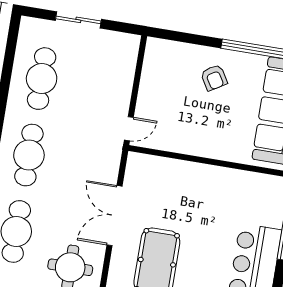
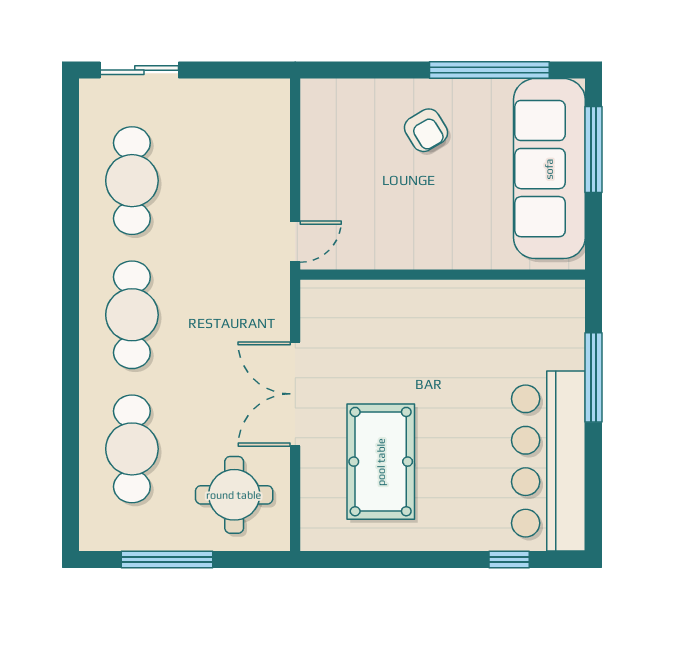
sliding door: (78, 20) -> (139, 70), moved

